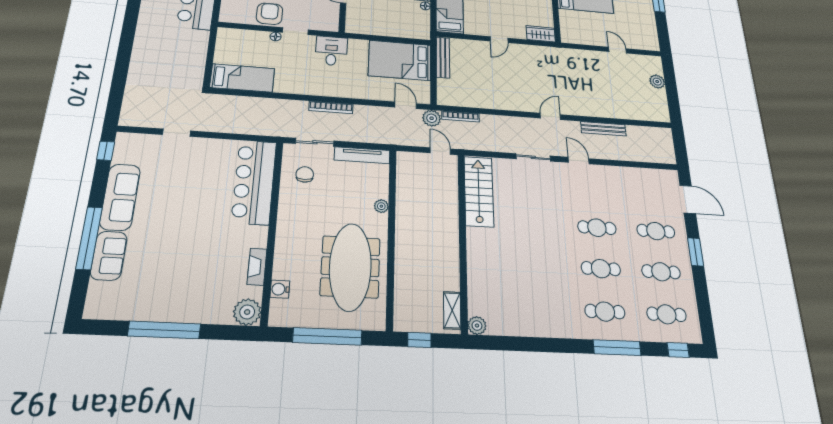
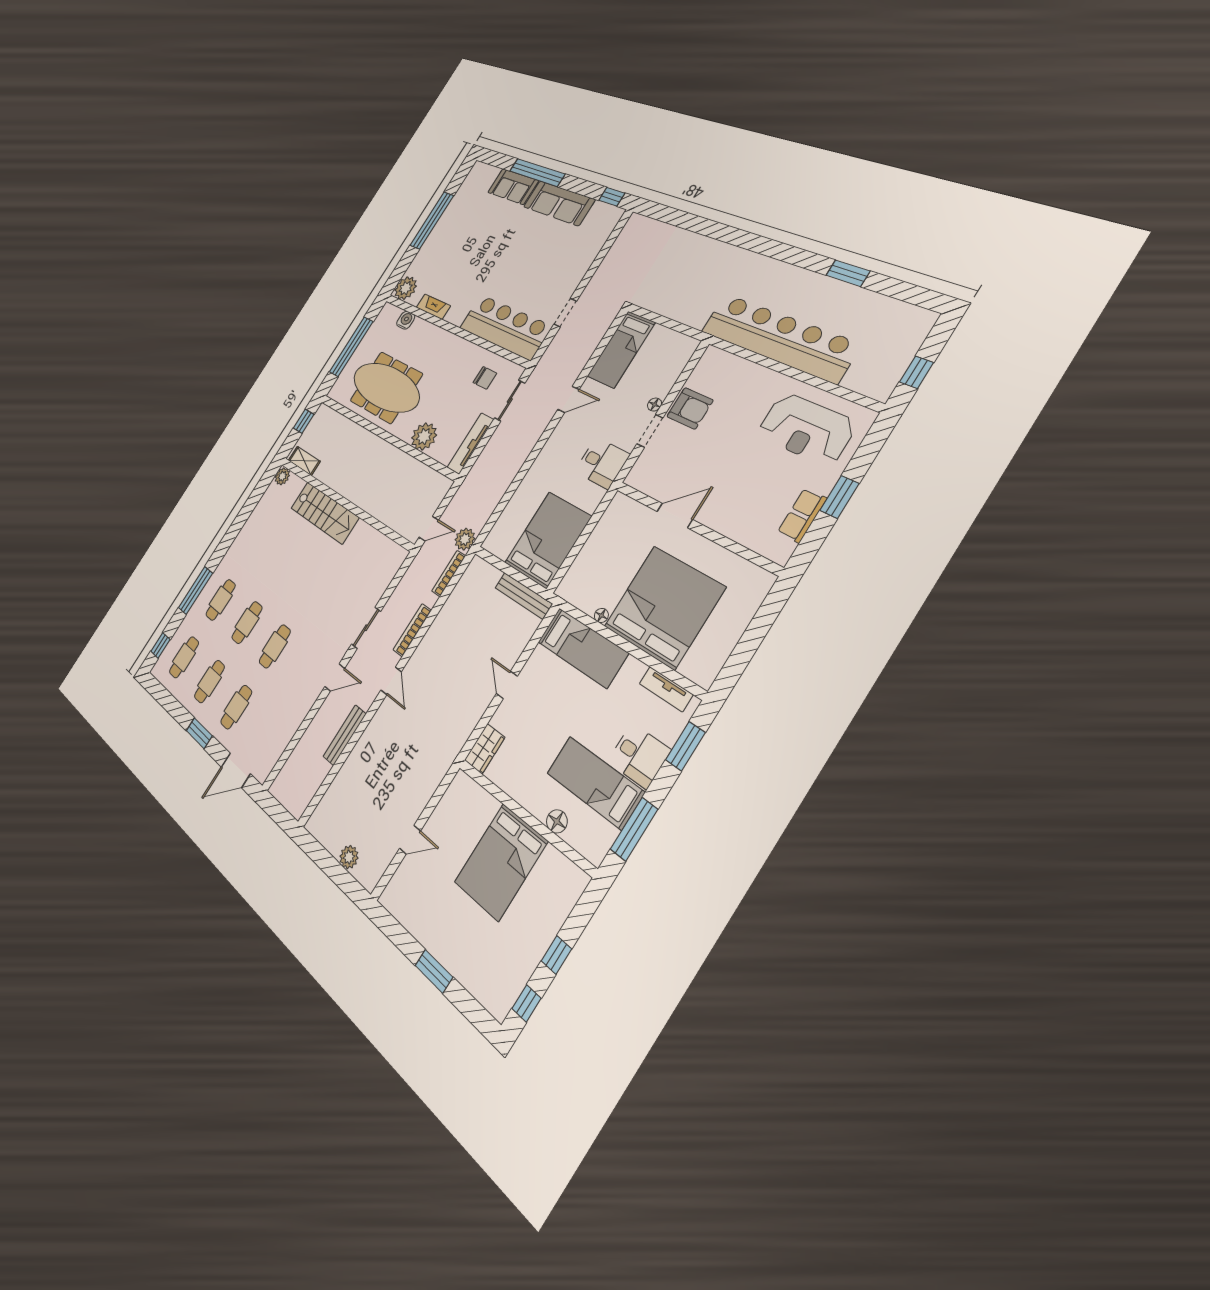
door: (406, 105) -> (568, 399), moved
bookcase: (331, 107) -> (412, 630), moved
doorway: (176, 133) -> (565, 313), moved
stairs: (479, 191) -> (325, 513), moved
plant: (381, 206) -> (424, 436), width x1.88, depth x1.88

